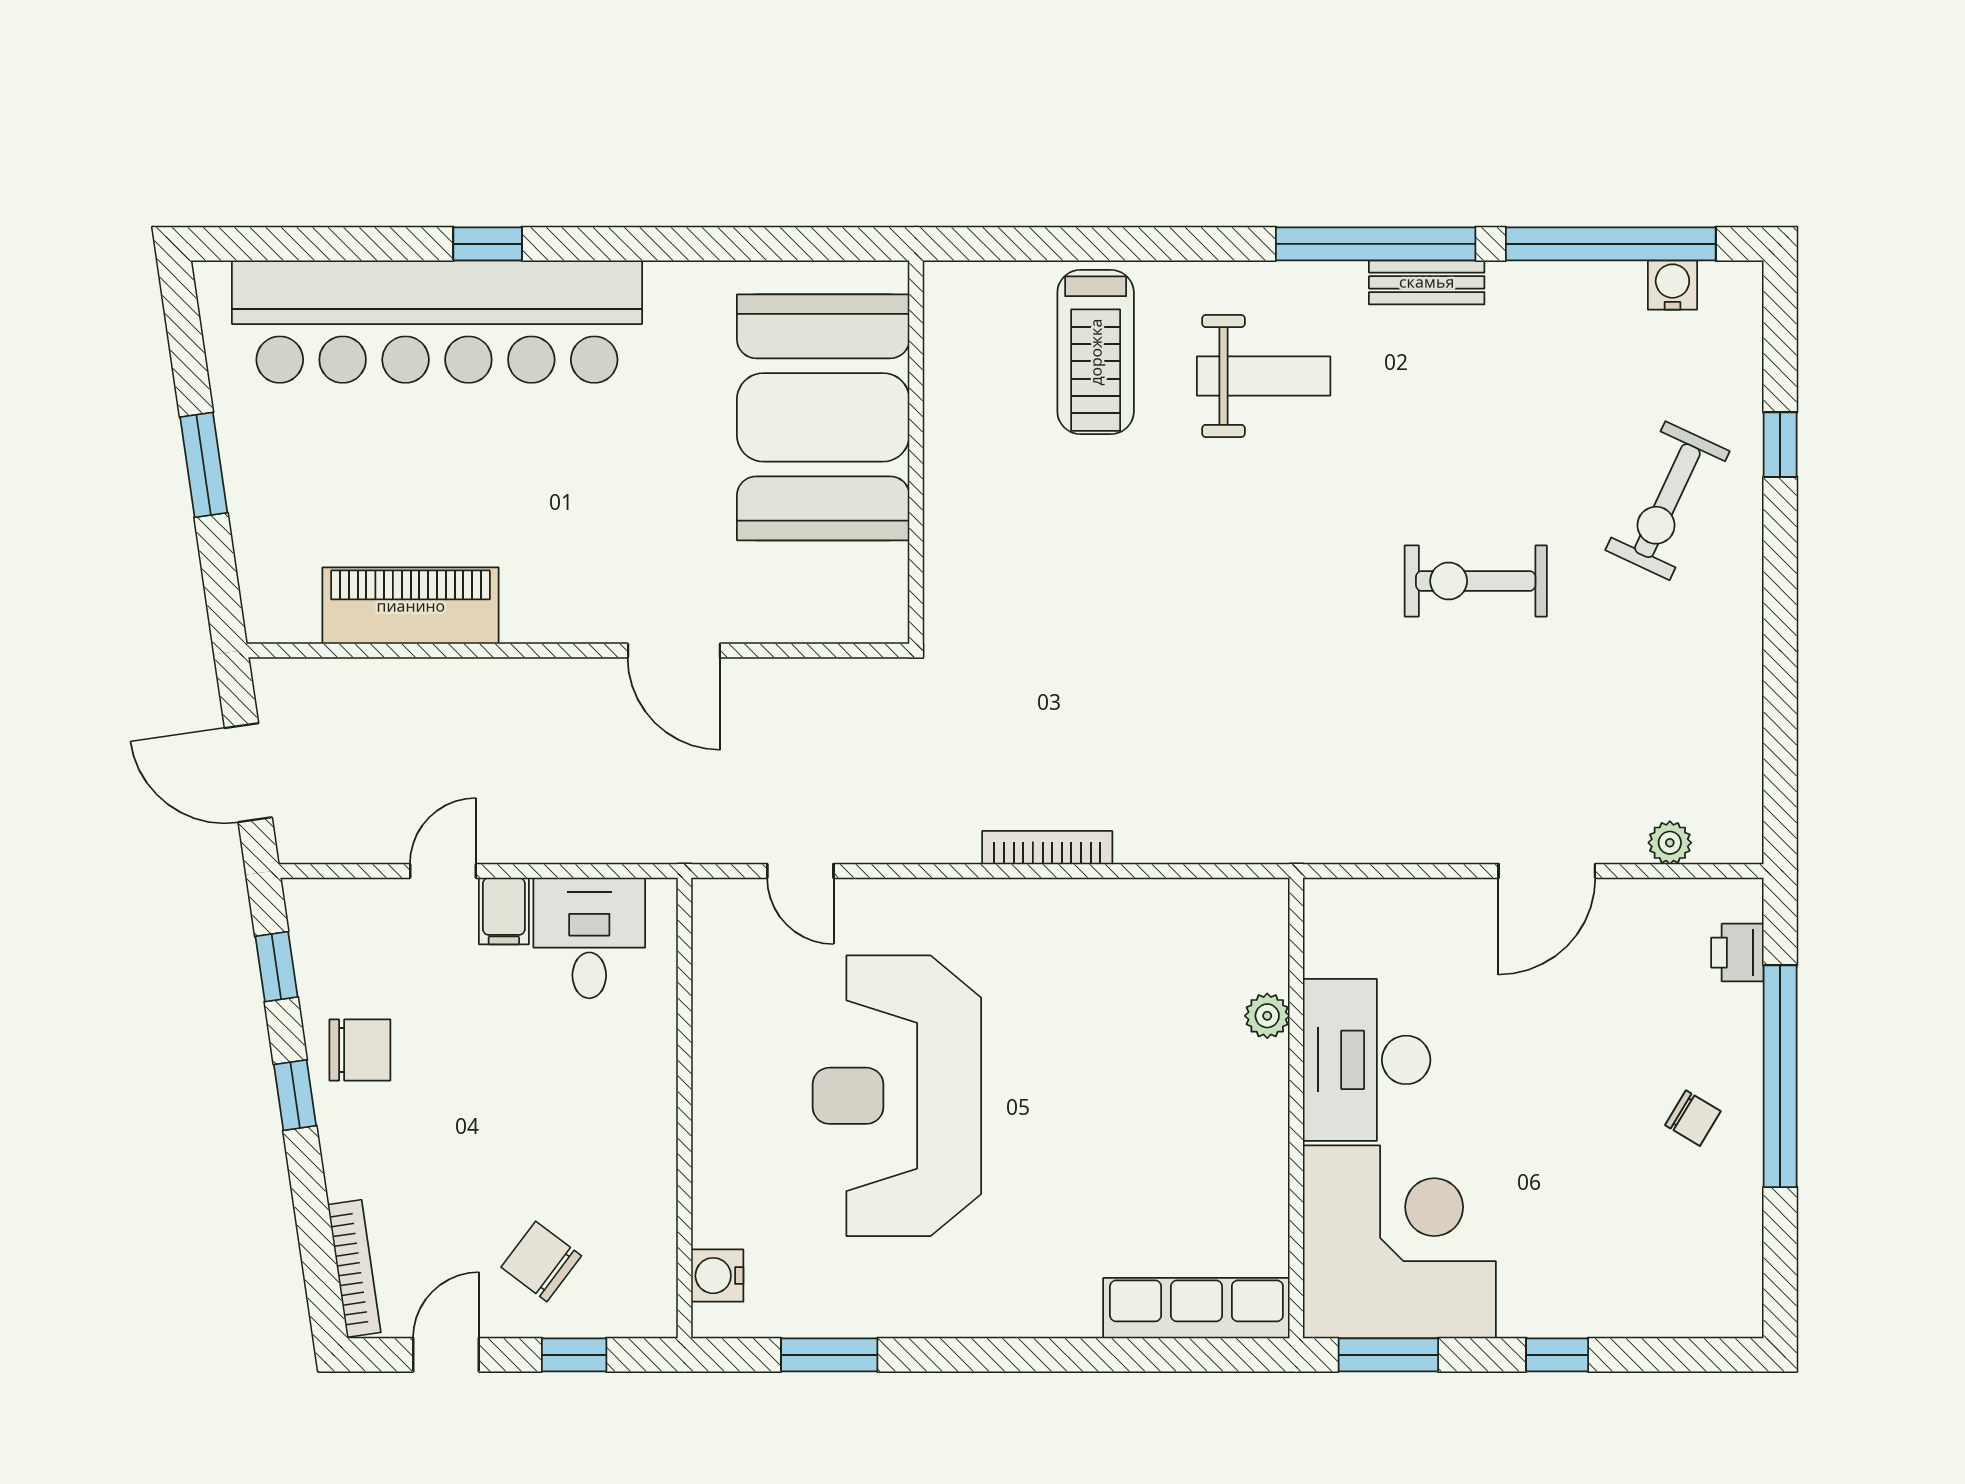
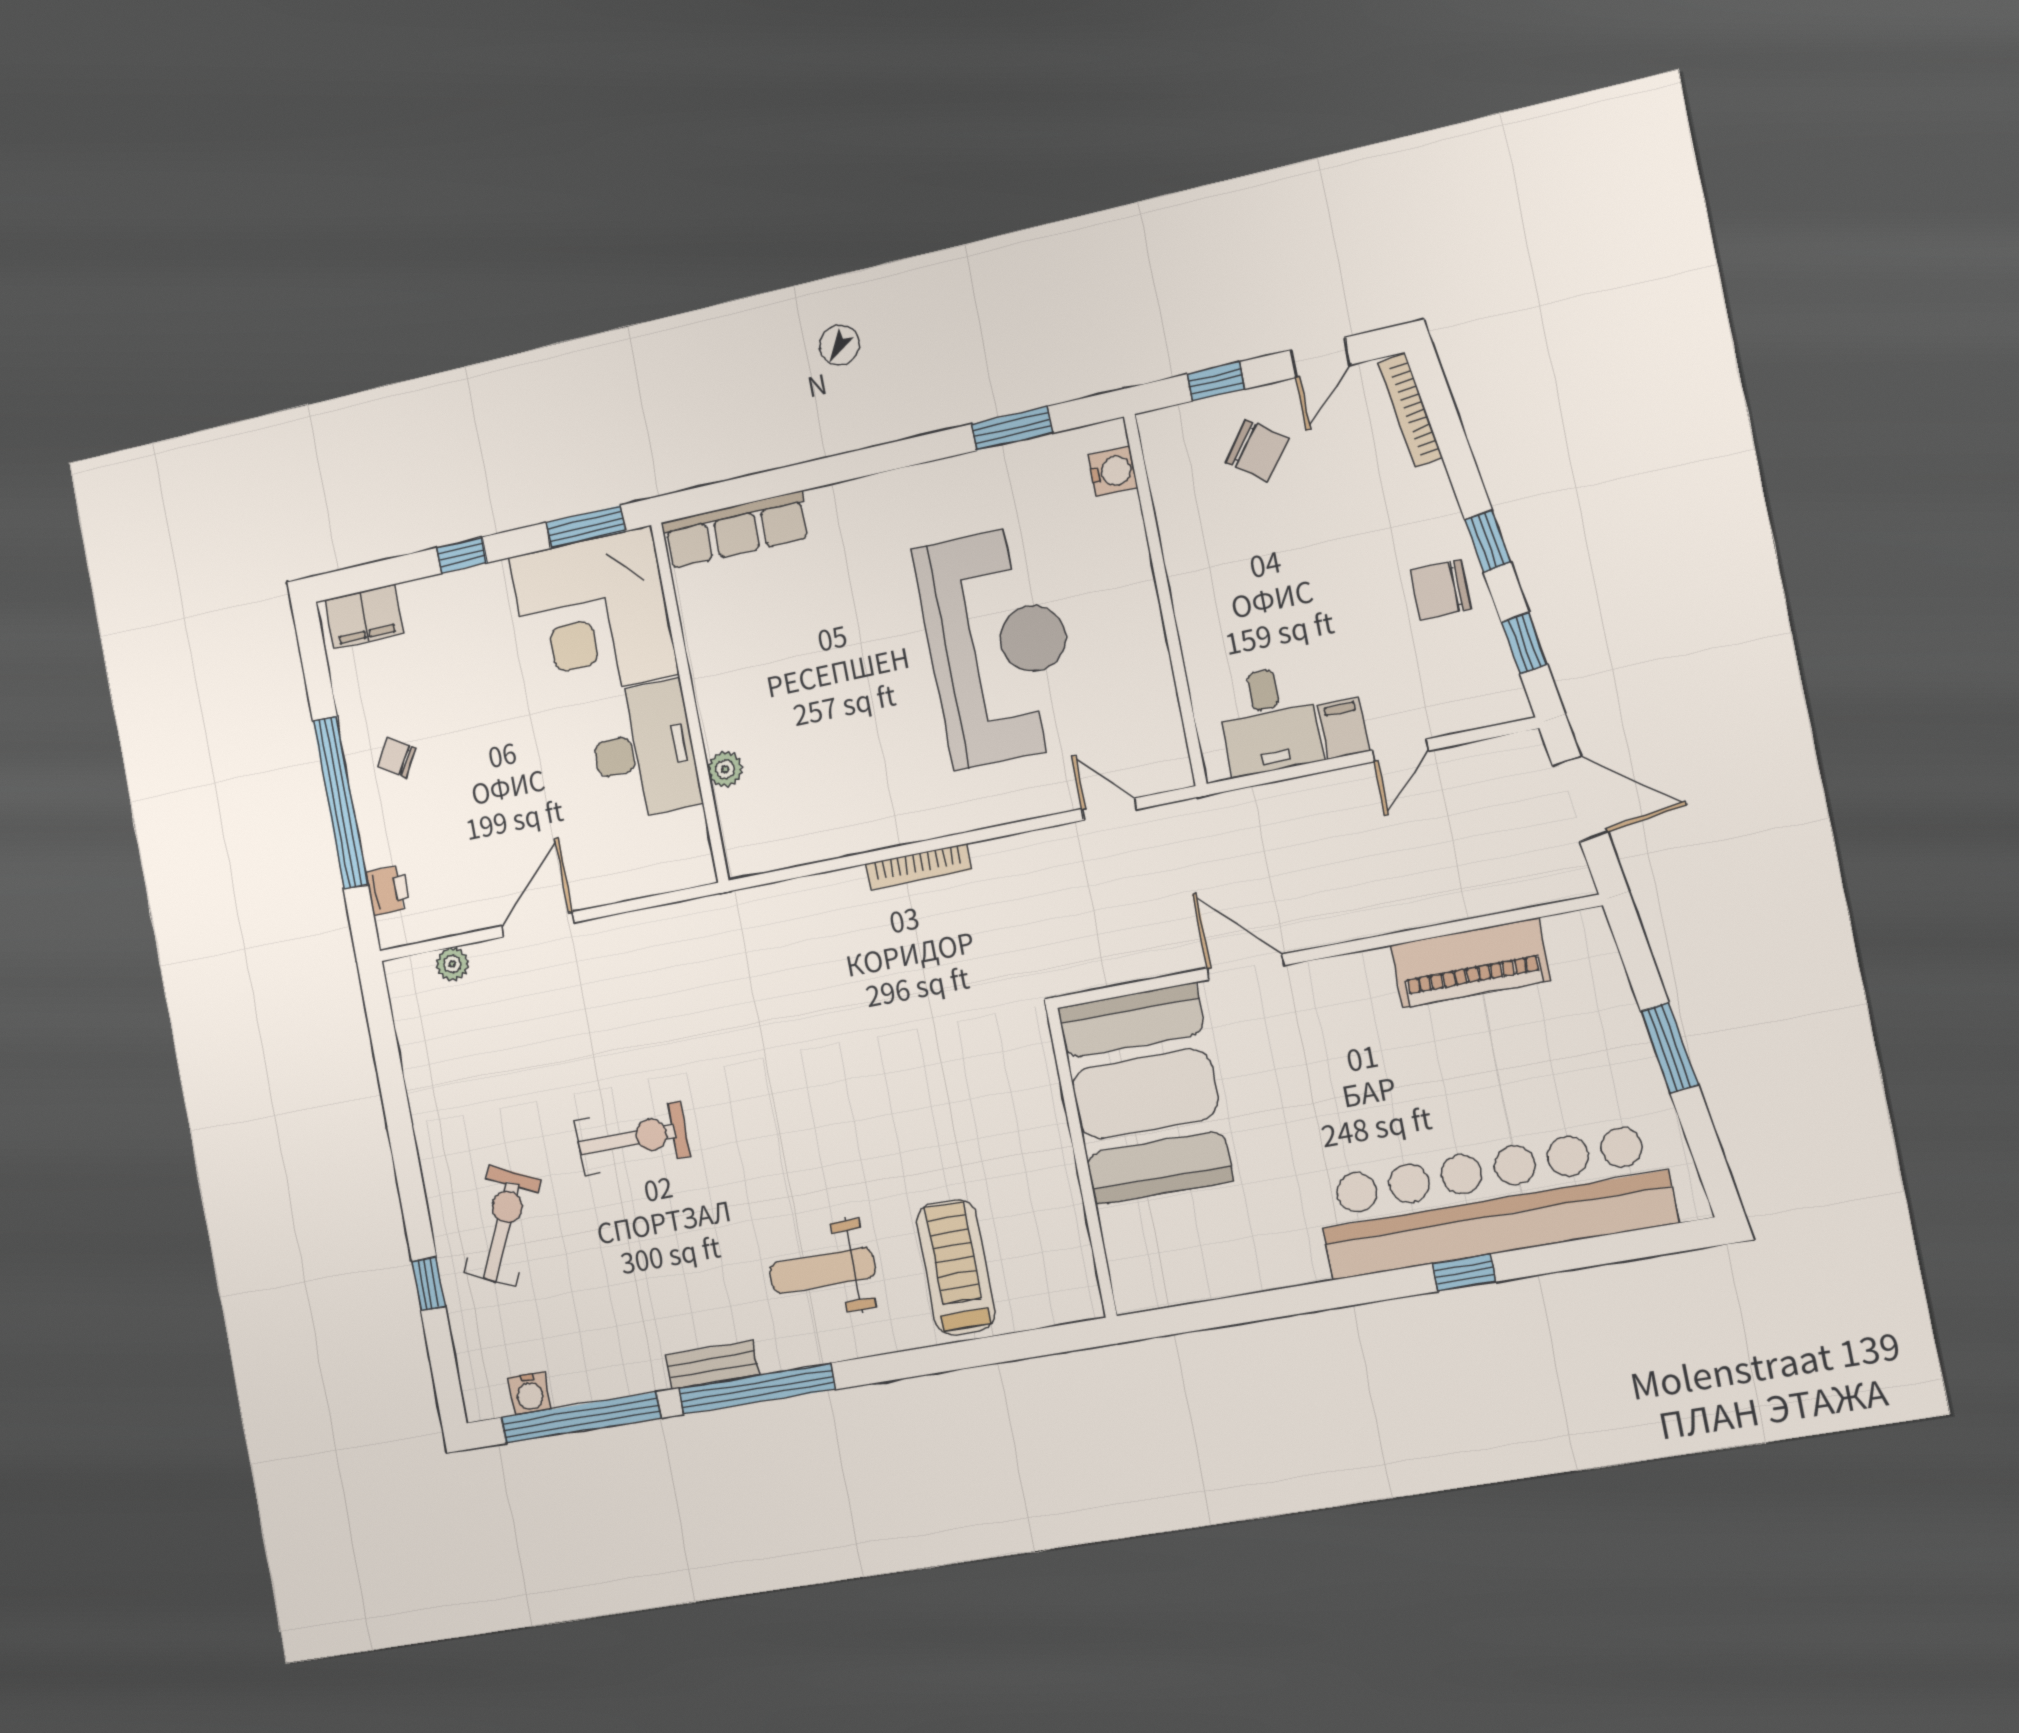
booth: (823, 417) -> (1145, 1094), moved
filing cabinet: (1702, 1306) -> (364, 617), added

